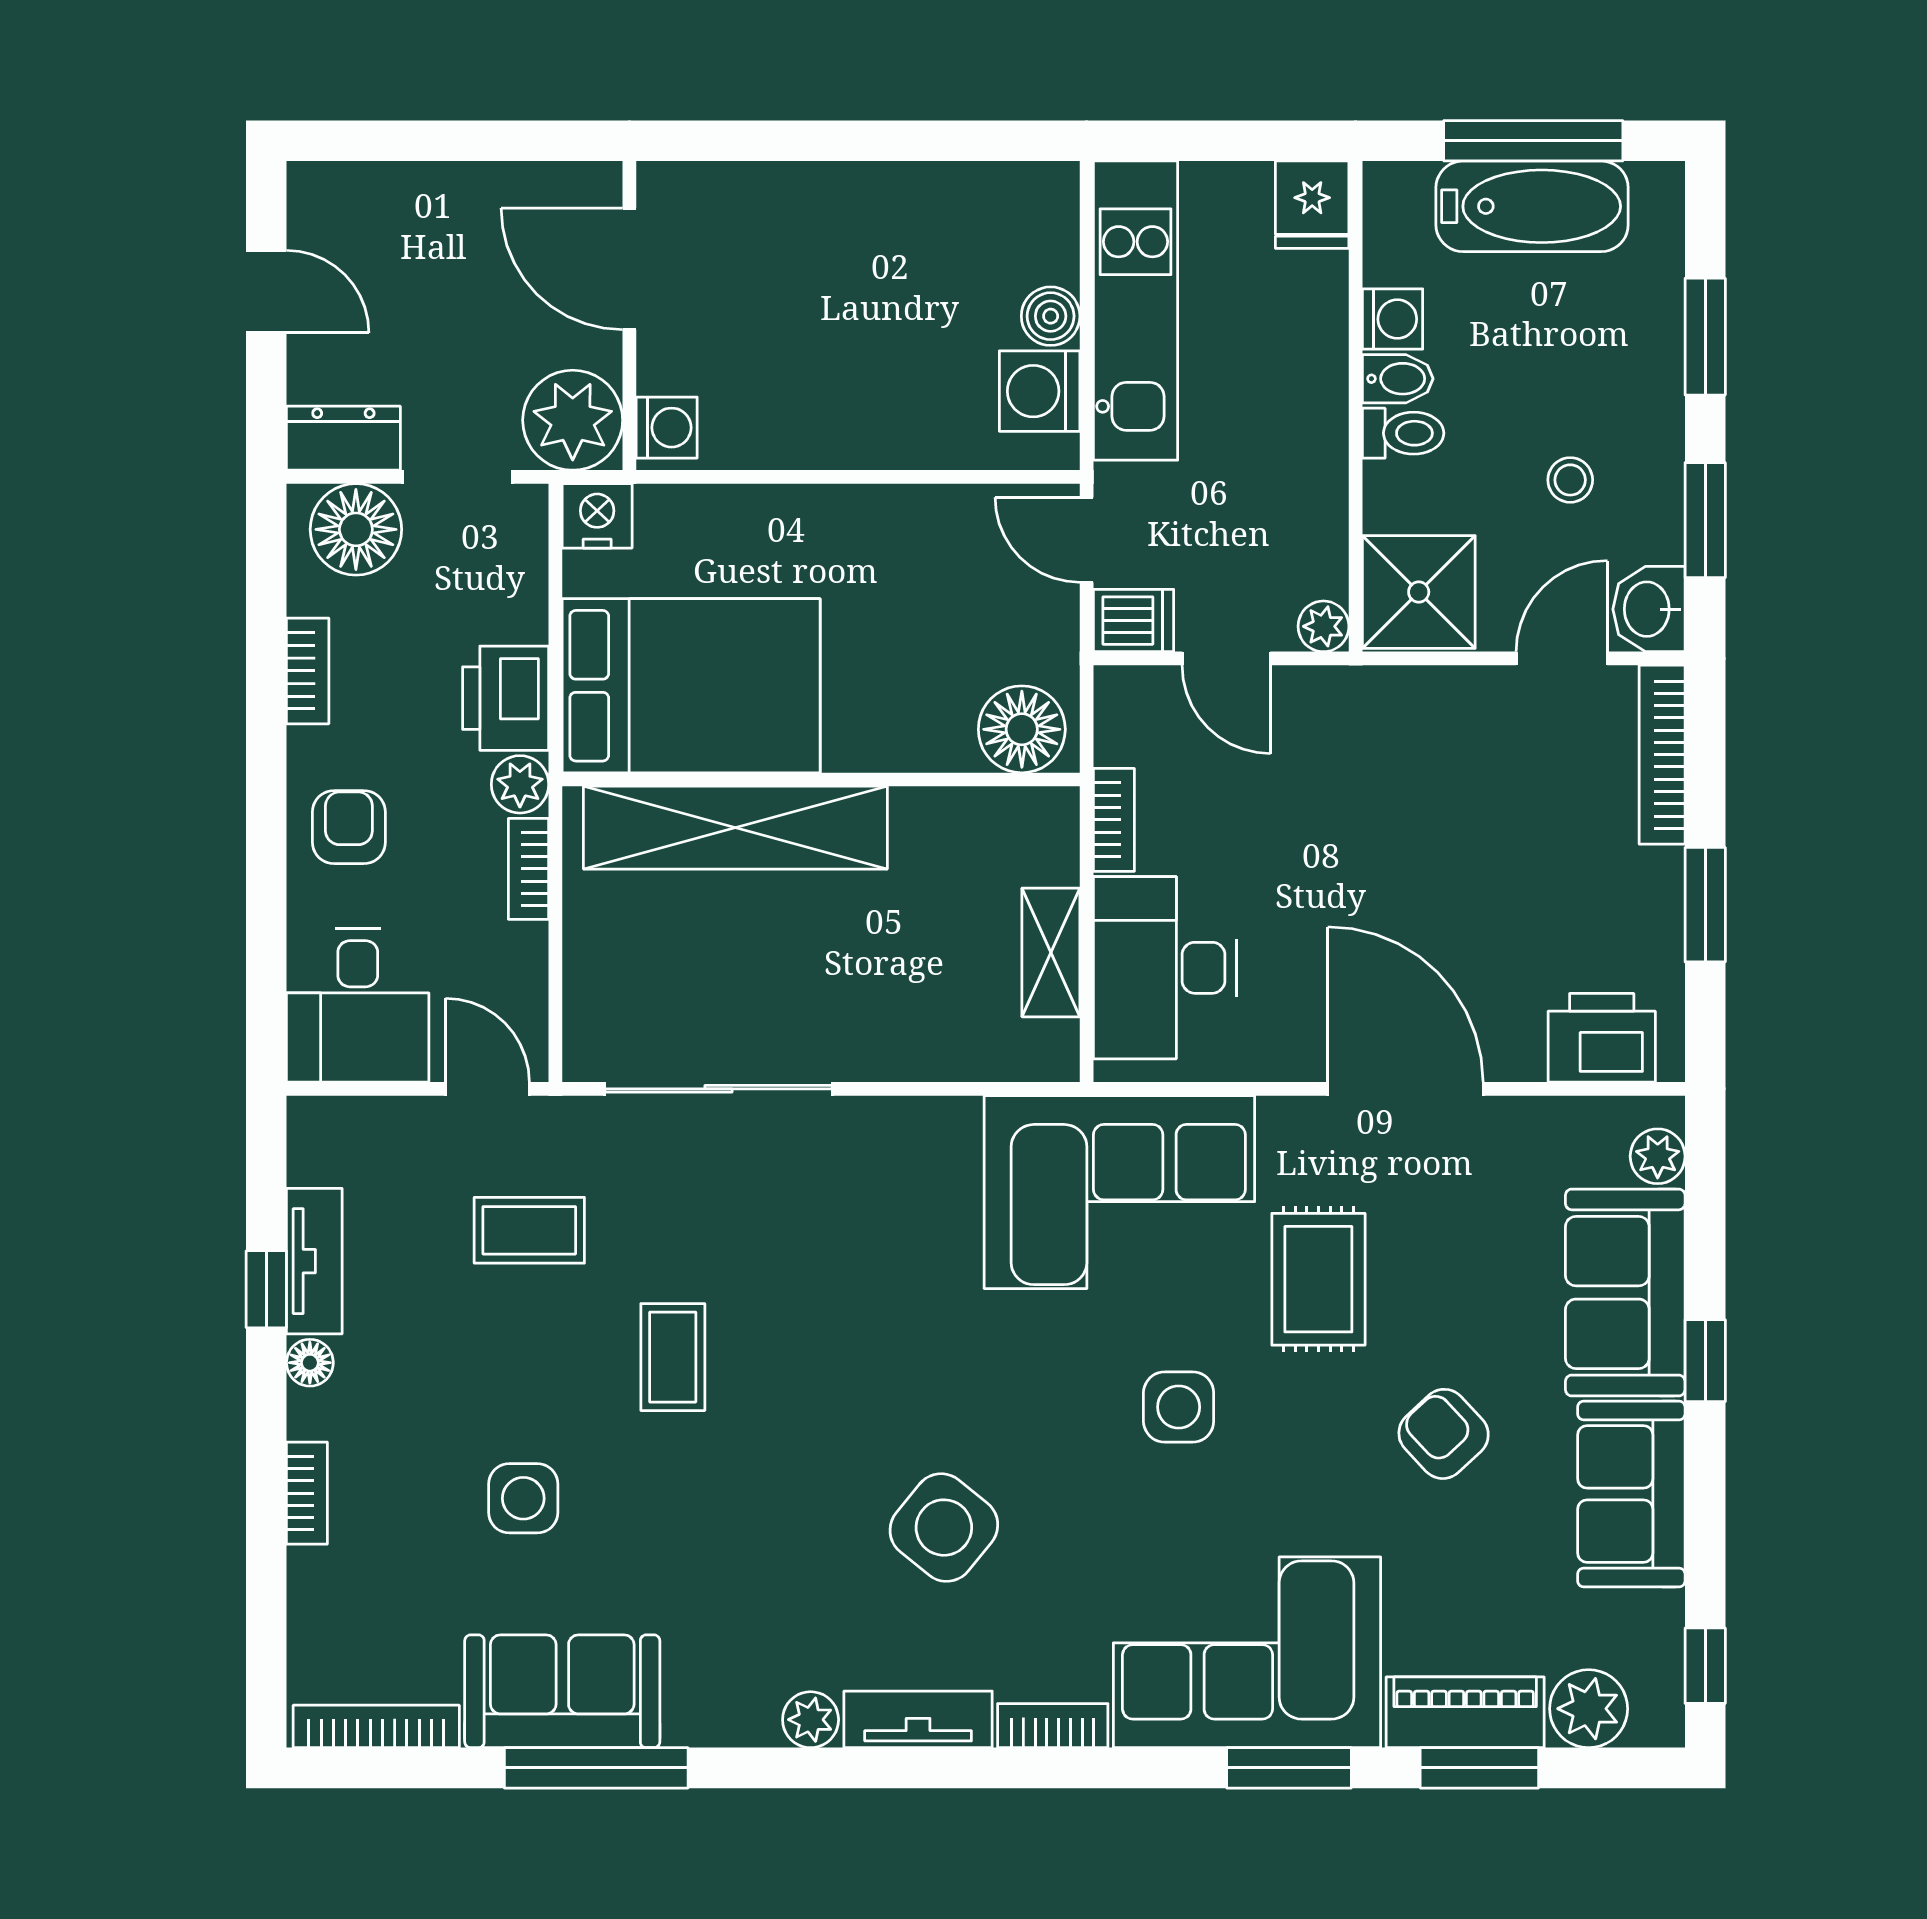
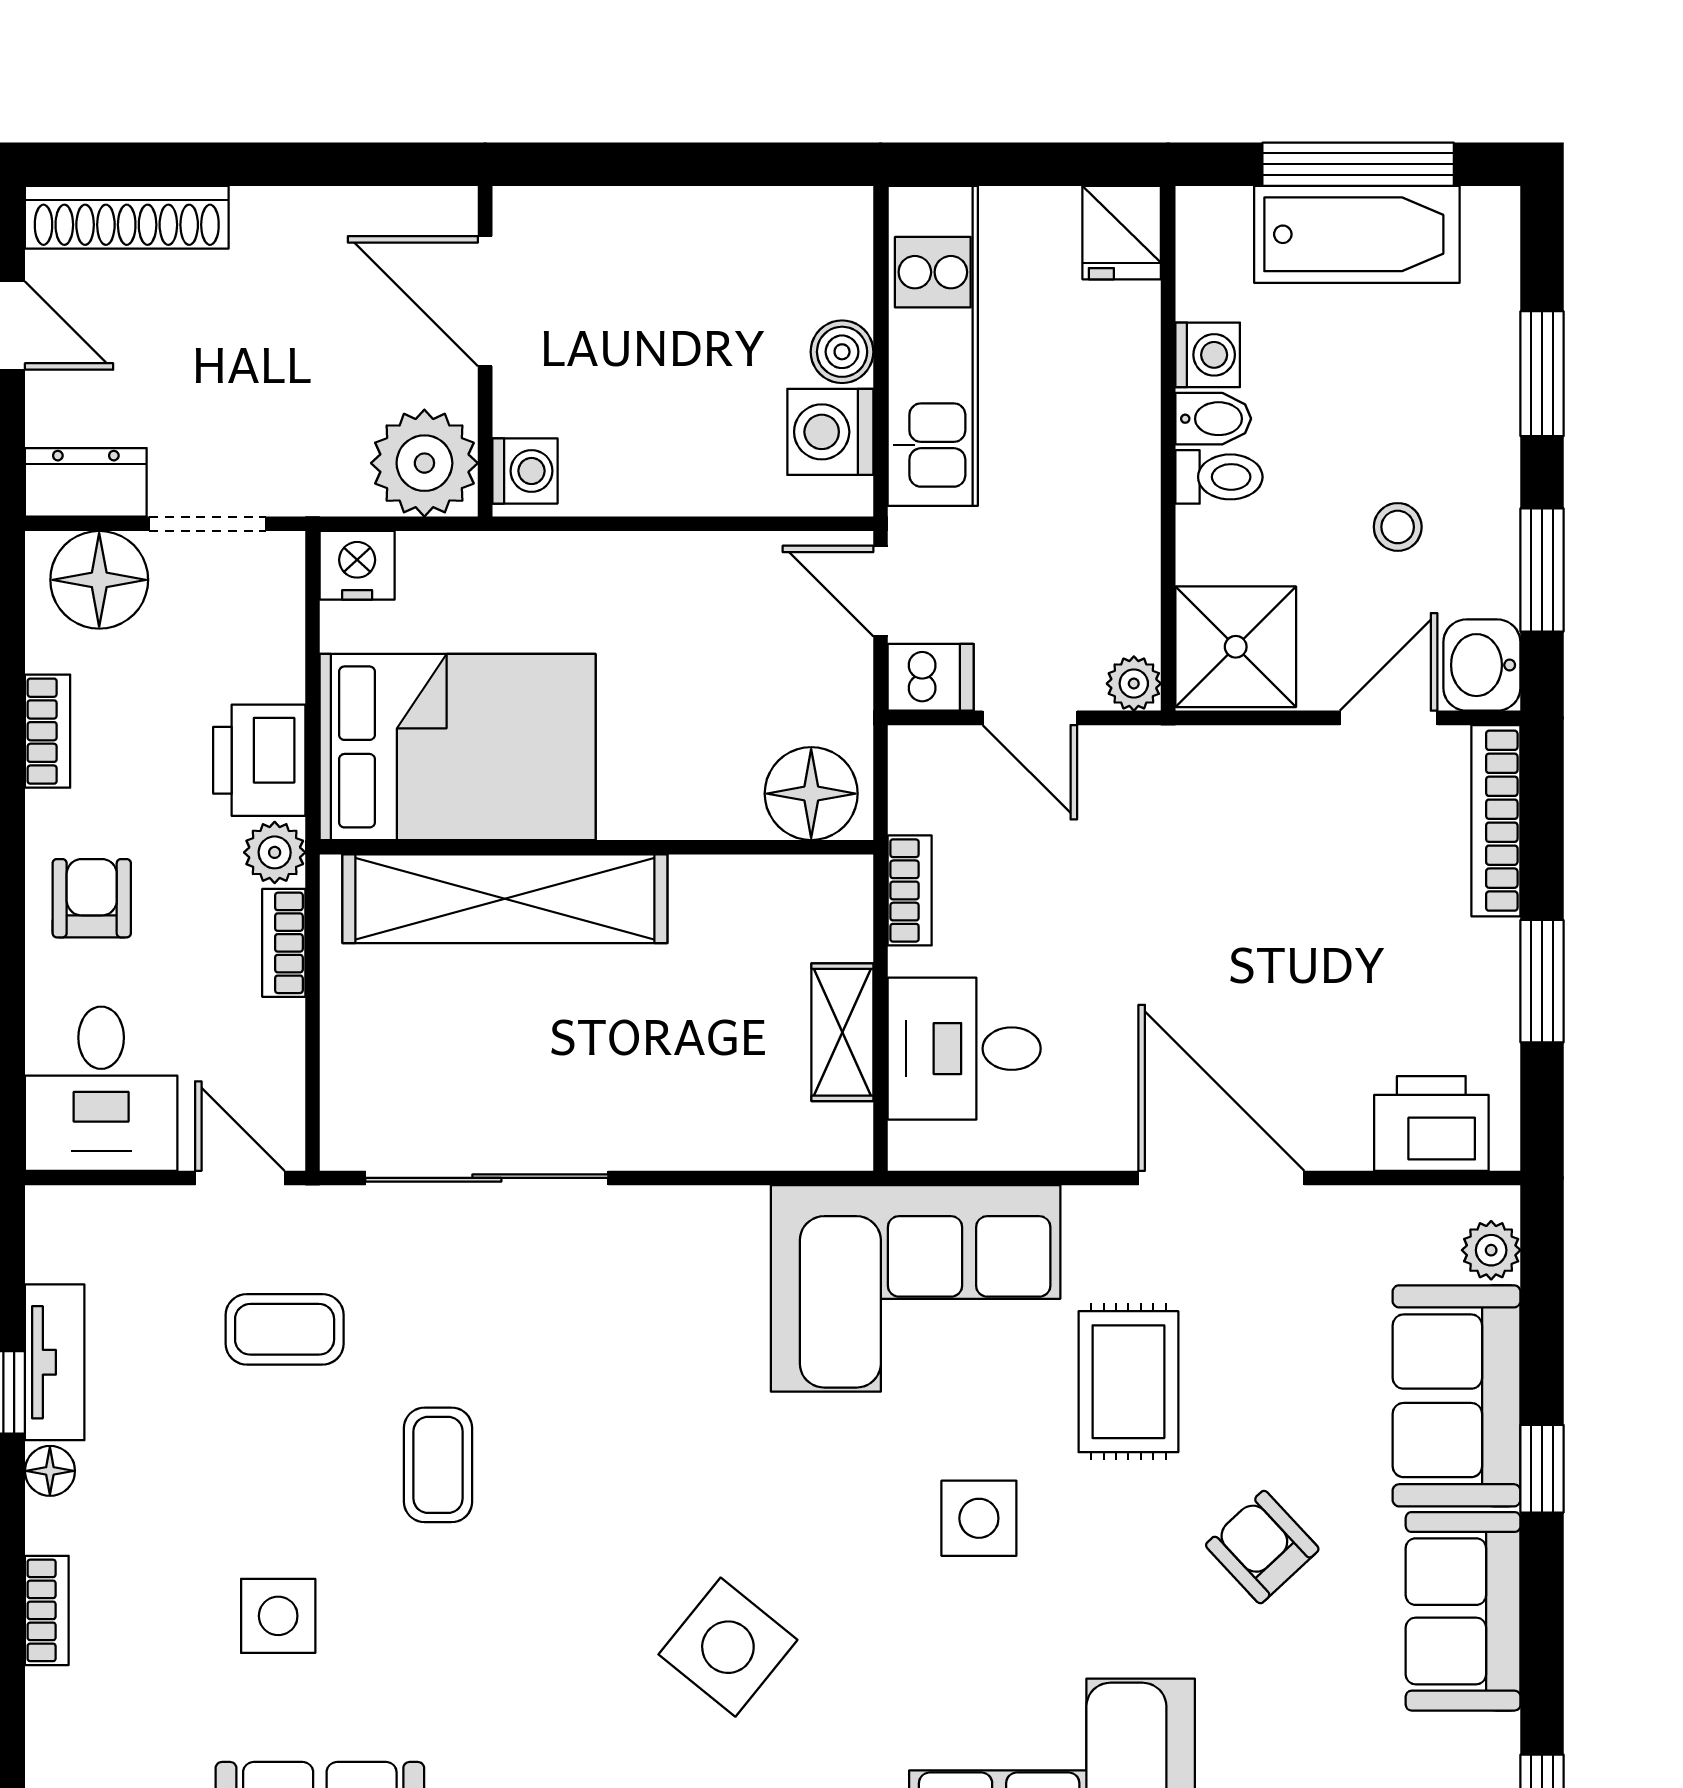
shoe rack: (382, 190) -> (127, 217), added
door: (629, 269) -> (485, 301), moved
wall: (629, 316) -> (485, 351), moved
plant: (573, 420) -> (424, 463), moved
washing machine: (667, 428) -> (525, 471), moved
desk: (1165, 968) -> (964, 1049), width x0.73

